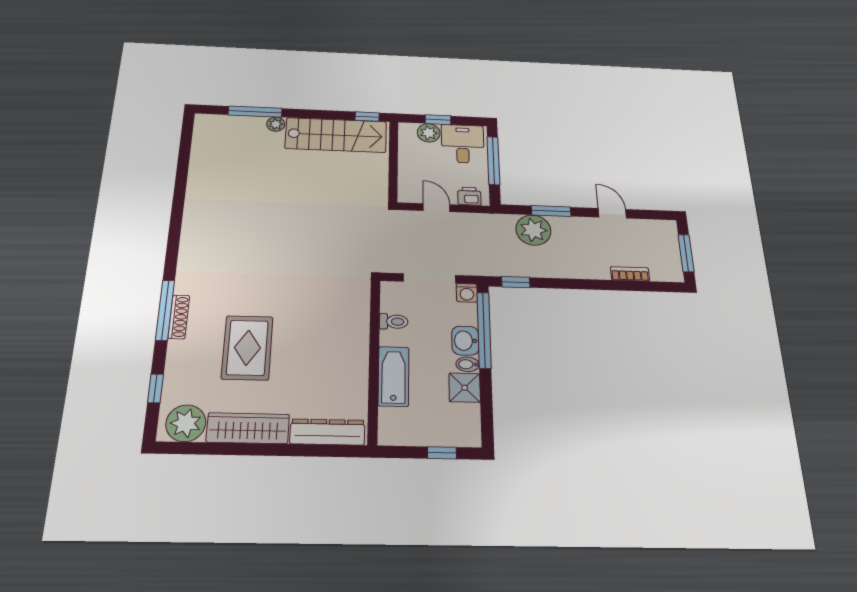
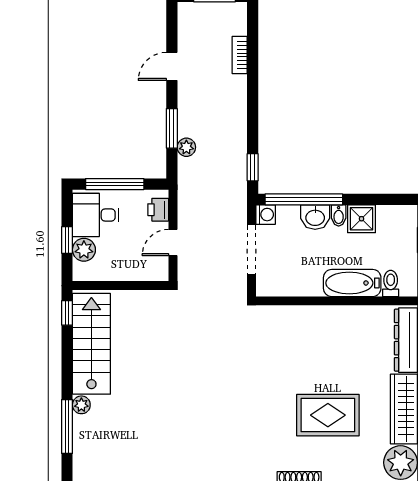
plant: (533, 230) -> (186, 147), width x0.53, depth x0.53
toilet: (394, 322) -> (391, 283), moved

